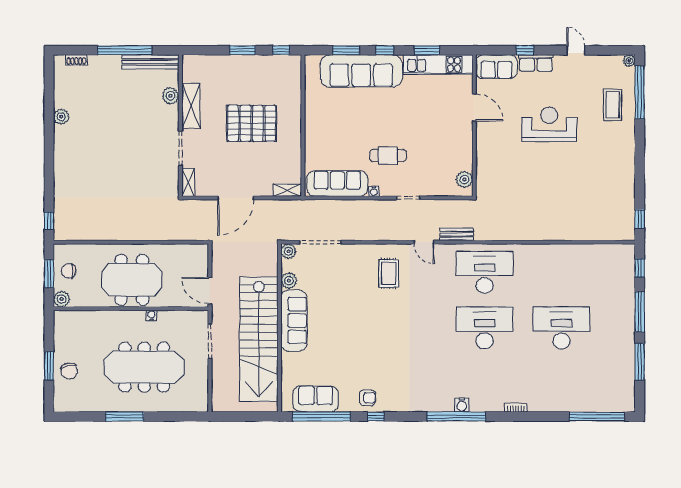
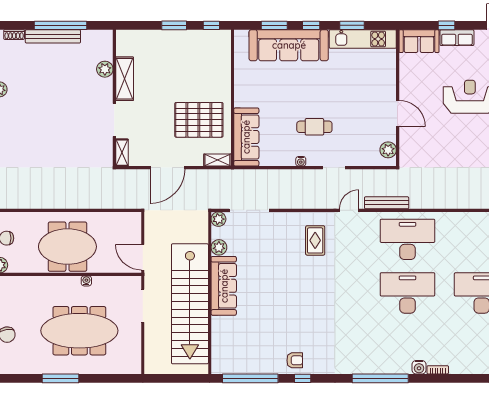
bench: (150, 62) -> (53, 36), moved
door: (474, 107) -> (398, 113), moved
pallet: (252, 123) -> (199, 120), moved
sofa: (337, 184) -> (246, 137), moved, turned 90
bench: (457, 234) -> (387, 203), width x1.36
door: (424, 242) -> (349, 210), swing flipped
sofa: (316, 399) -> (245, 361), removed
water cooler: (462, 405) -> (419, 367), moved

